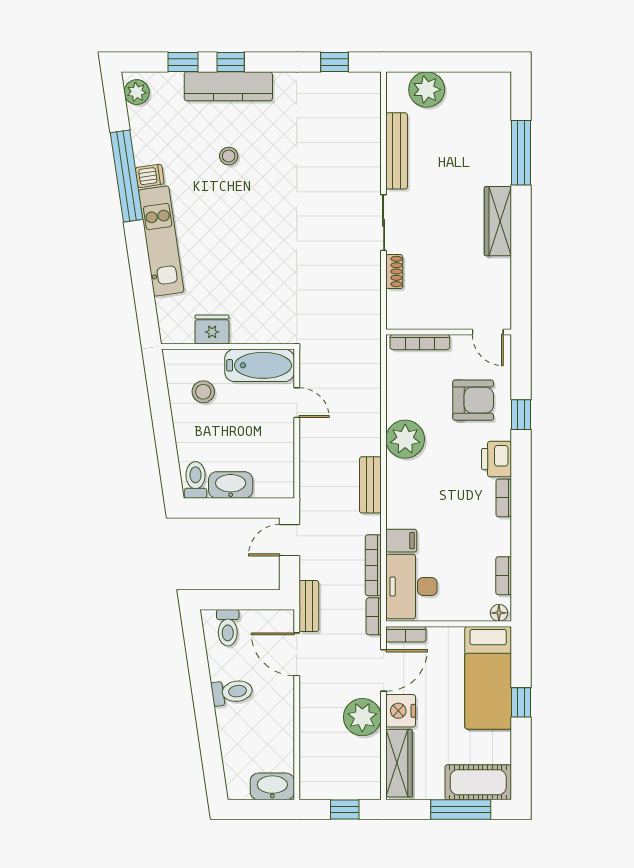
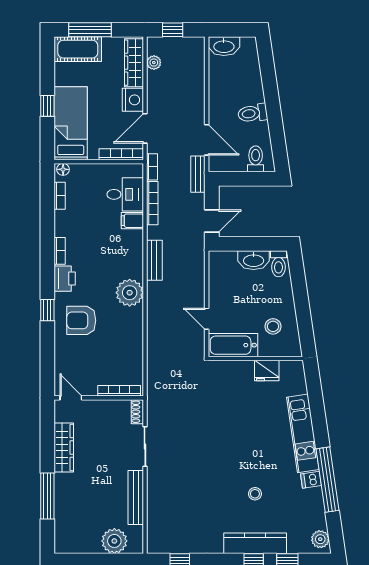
wall: (449, 332) -> (99, 398), moved
door: (488, 332) -> (71, 398), moved
bookcase: (420, 342) -> (119, 391), moved
desk: (411, 587) -> (125, 194), width x0.73
bookcase: (406, 634) -> (121, 154), width x1.56
plant: (362, 717) -> (154, 63), moved, width x0.53, depth x0.53

